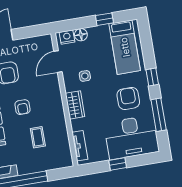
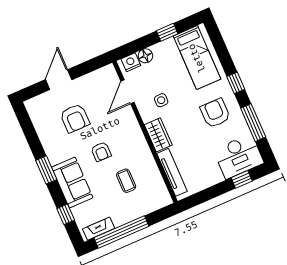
desk: (132, 137) -> (239, 156), width x0.73, depth x0.77
tv unit: (80, 146) -> (172, 172), width x1.41
window: (118, 164) -> (242, 179), moved

